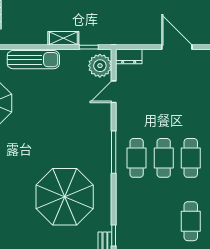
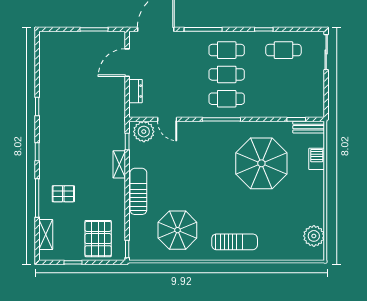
dresser: (129, 56) -> (136, 91), moved

